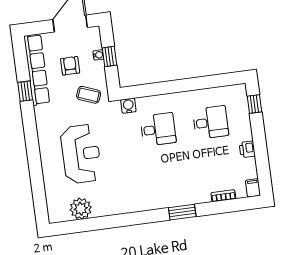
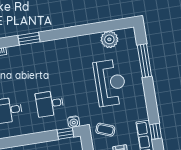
window: (139, 91) -> (65, 133), added
reception desk: (81, 154) -> (110, 83), turned 180
window: (37, 181) -> (144, 61), added

